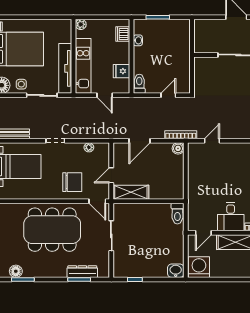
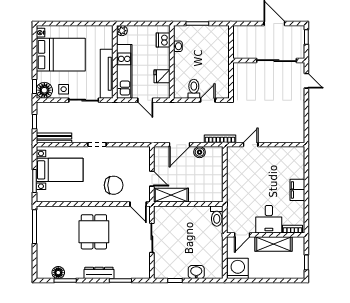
toilet: (139, 84) -> (194, 89), moved
plant: (89, 147) -> (130, 151), removed
boiler: (178, 148) -> (200, 152), moved
door: (111, 175) -> (152, 179), swing flipped
dining table: (52, 230) -> (94, 232), width x0.53, depth x0.80
washbasin: (176, 271) -> (196, 272), moved
dresser: (82, 272) -> (99, 273), moved

